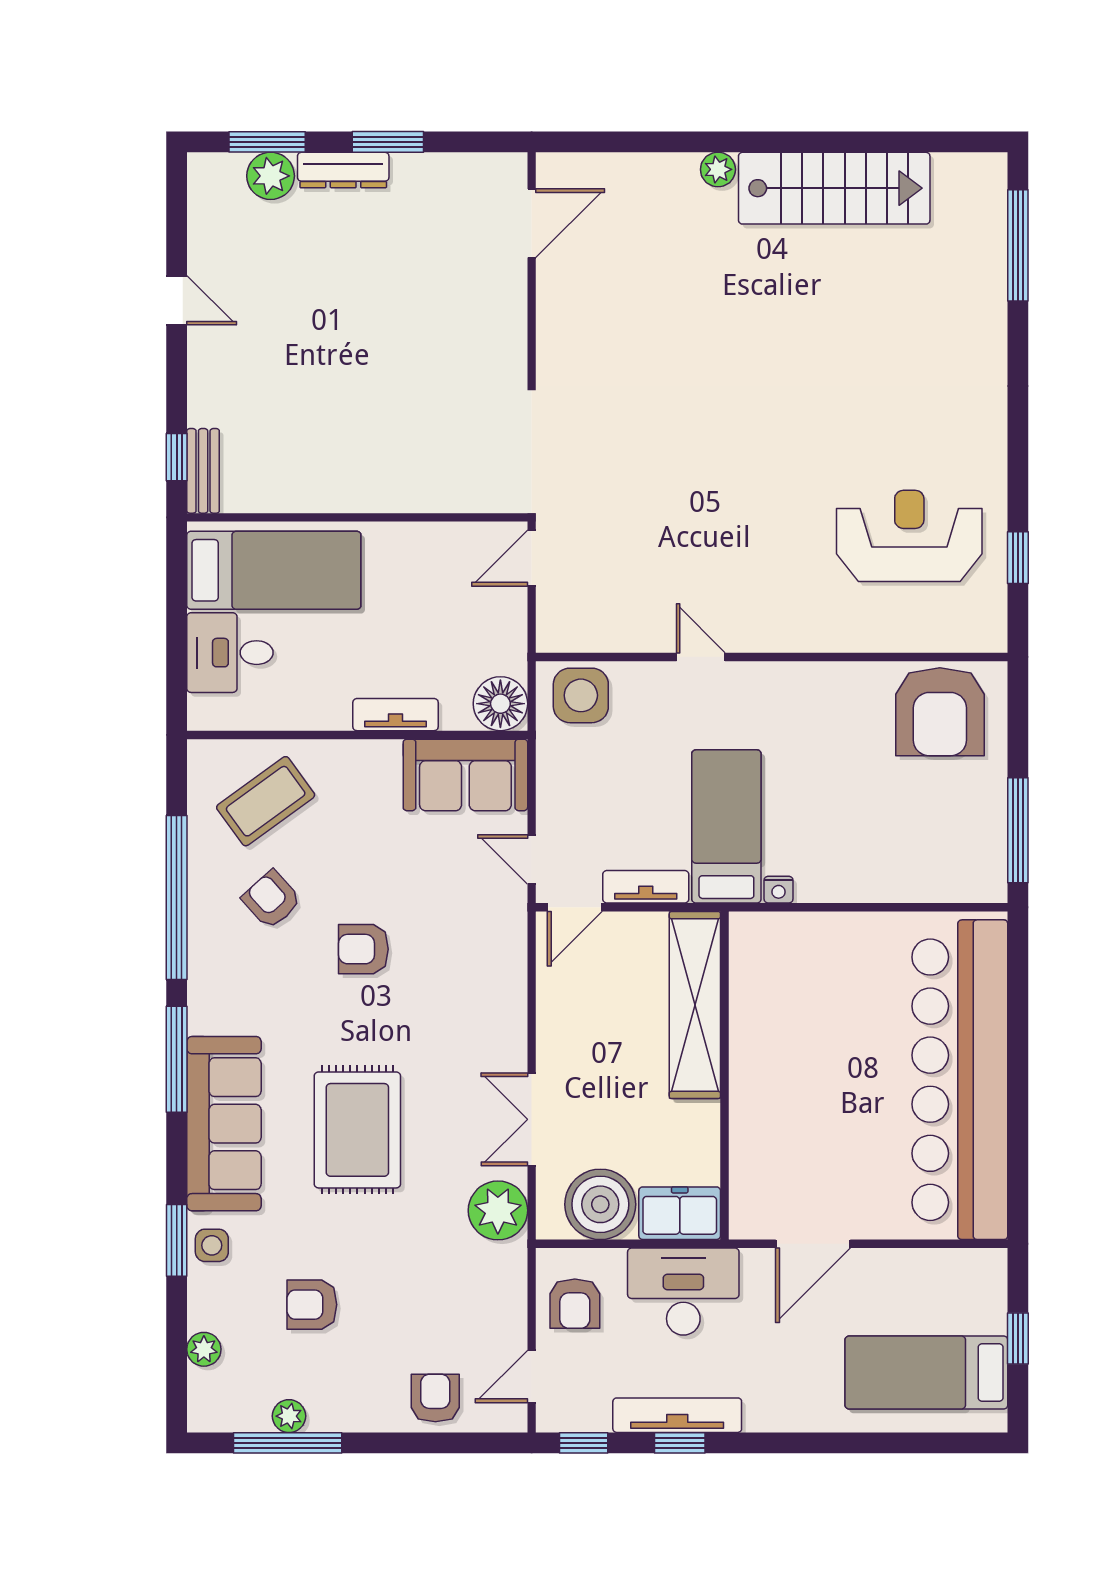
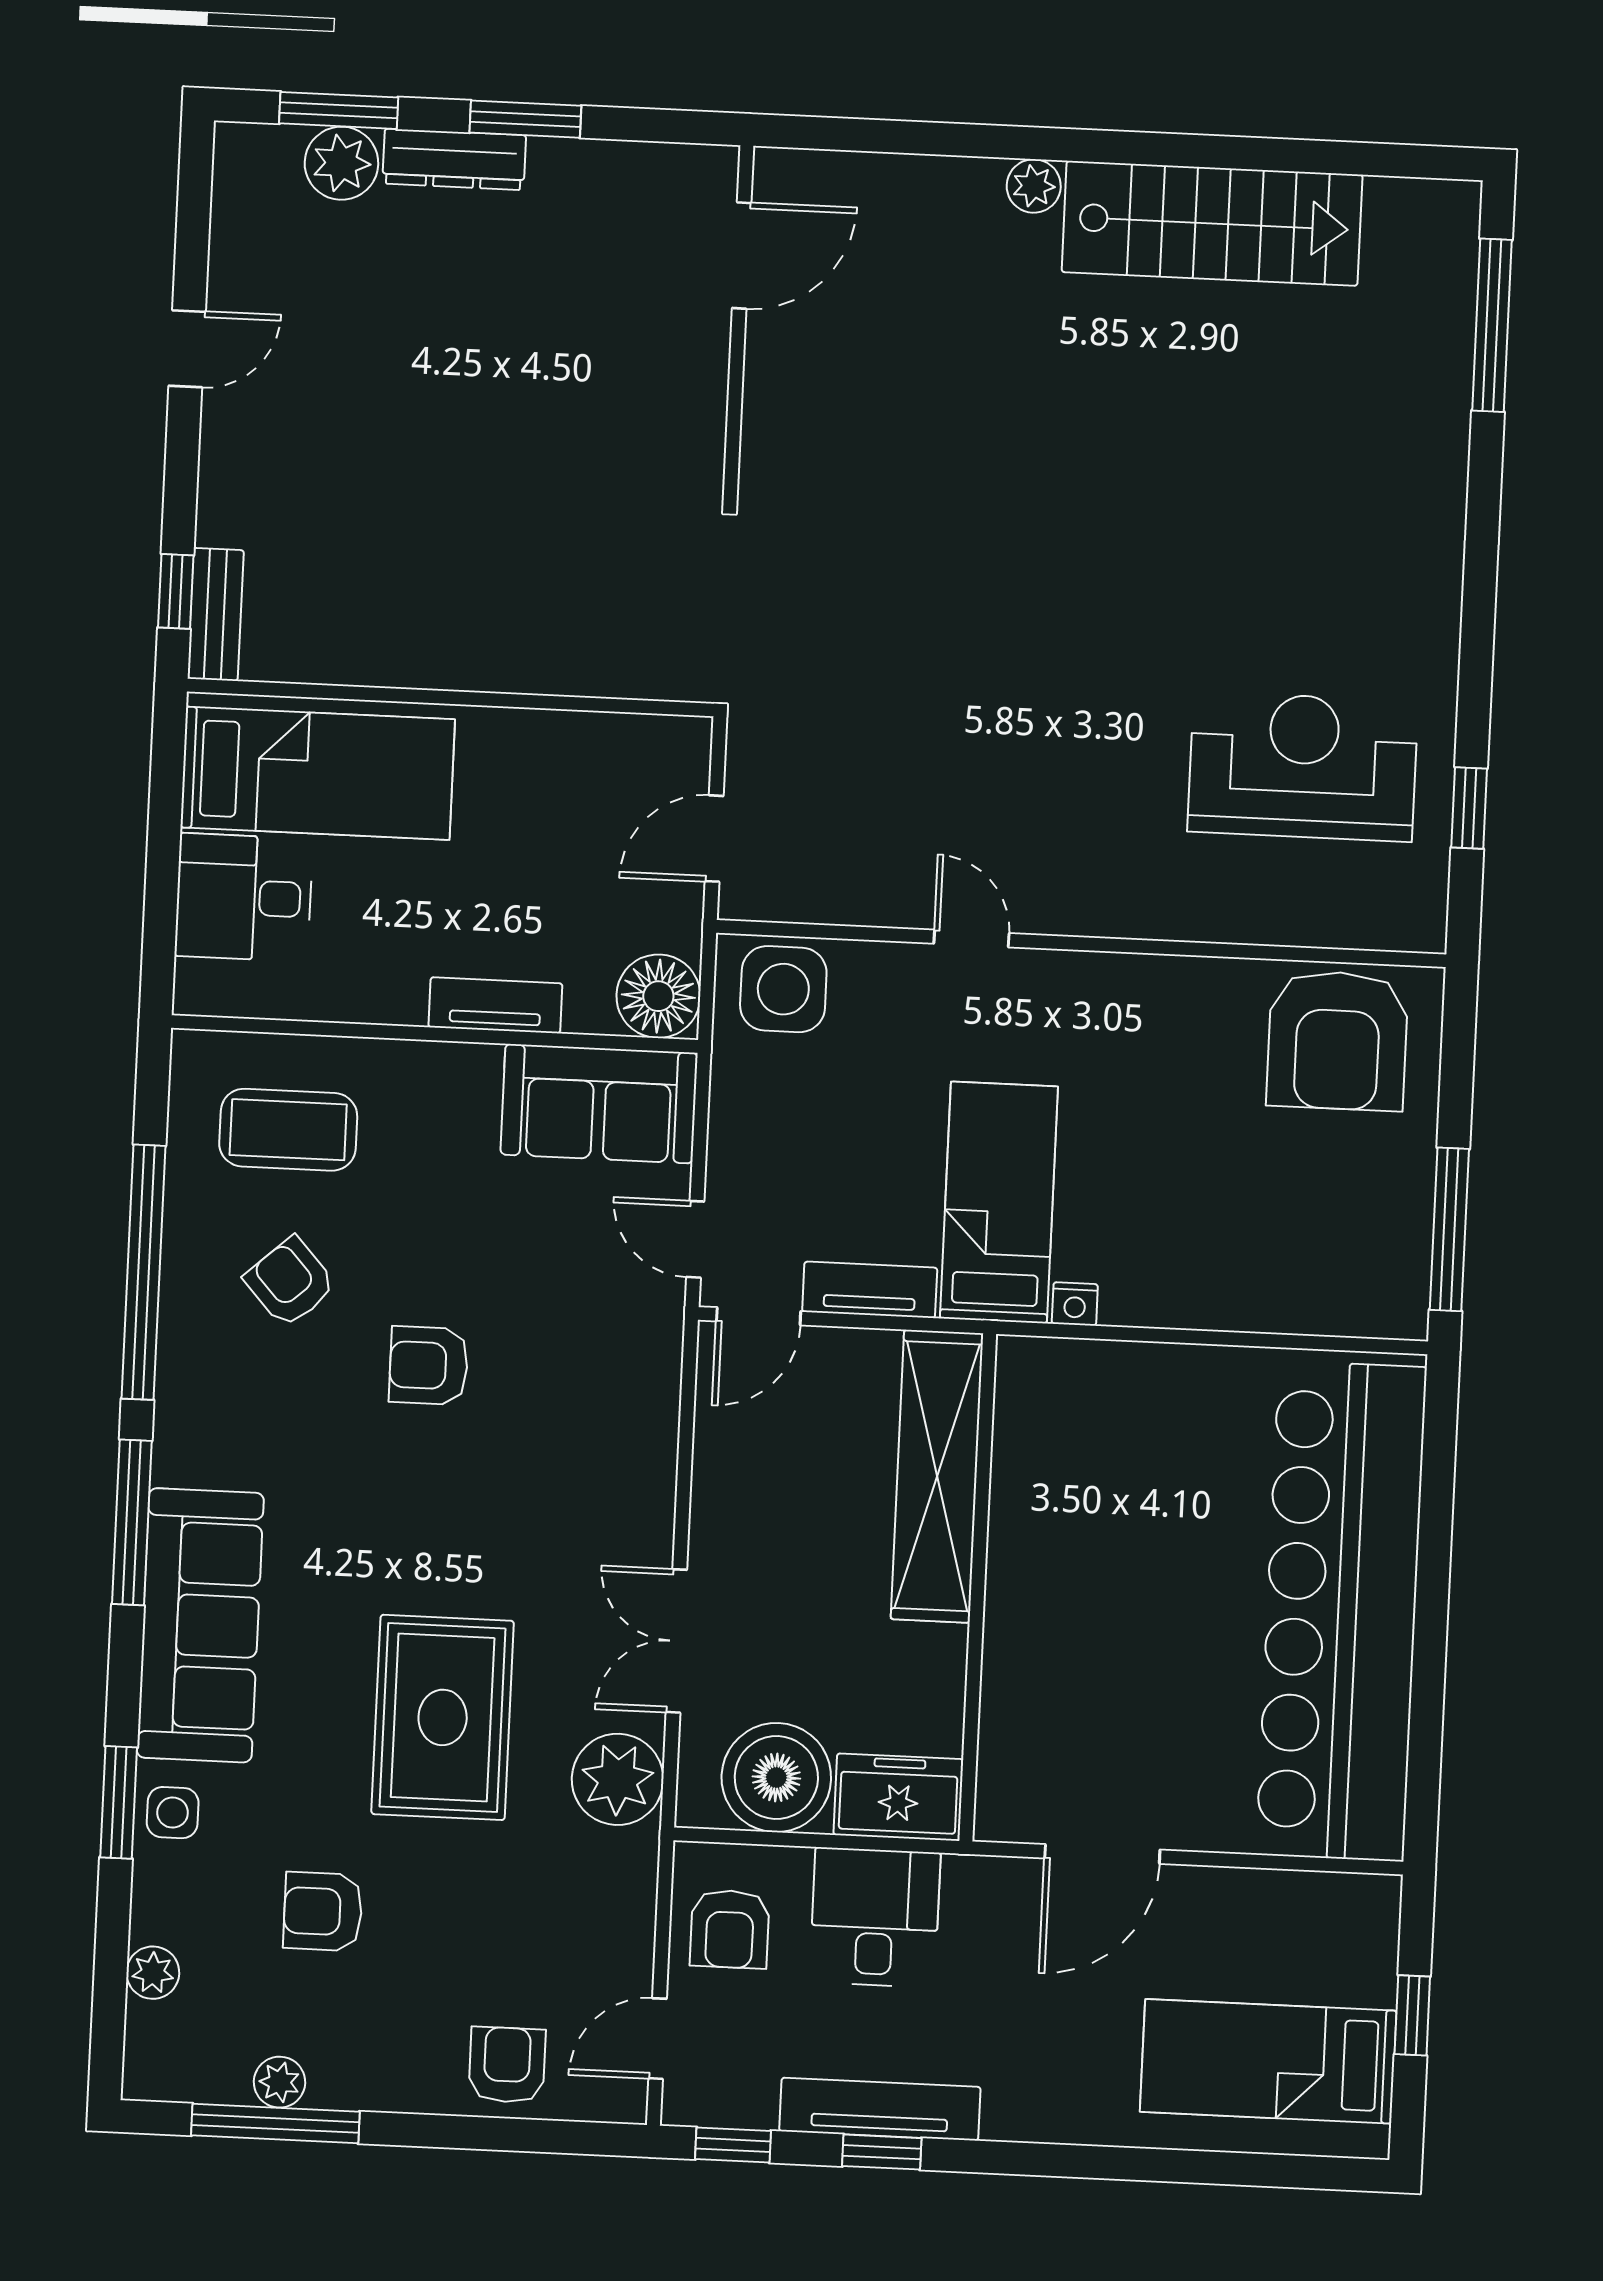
door: (177, 300) -> (187, 349), hinge flipped
door: (532, 558) -> (714, 839), moved
coffee table: (266, 801) -> (288, 1130), turned 36
rug: (357, 1130) -> (443, 1717), moved
desk: (683, 1292) -> (875, 1917), width x0.73

